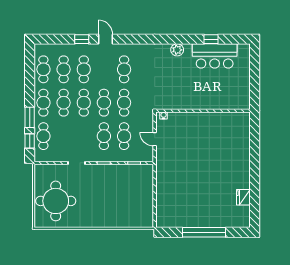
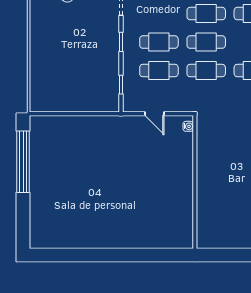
door: (155, 139) -> (155, 114), swing flipped
fridge: (243, 197) -> (73, 239), removed
window: (204, 232) -> (23, 162), moved

